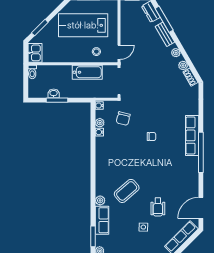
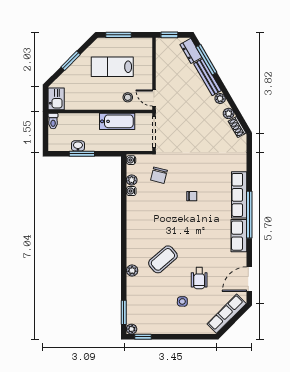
lab bench: (83, 25) -> (112, 67), width x0.73, depth x0.72
window: (40, 28) -> (71, 61), moved
bench: (165, 34) -> (207, 77), width x1.36
door: (119, 52) -> (154, 98), swing flipped
row of seats: (102, 220) -> (239, 236), moved, turned 180

